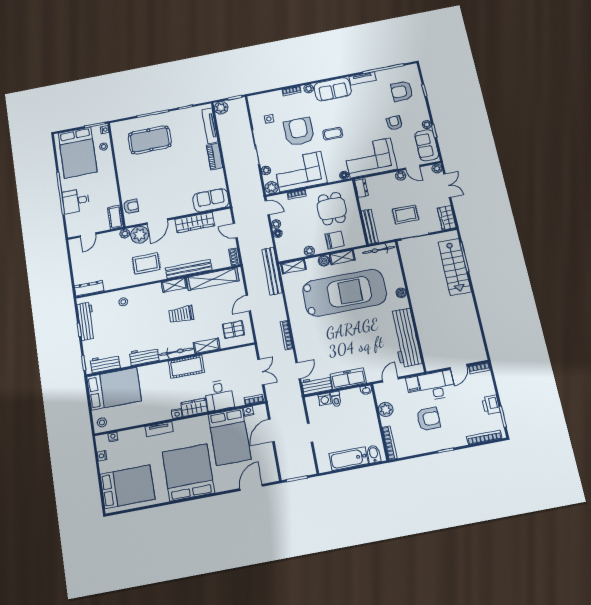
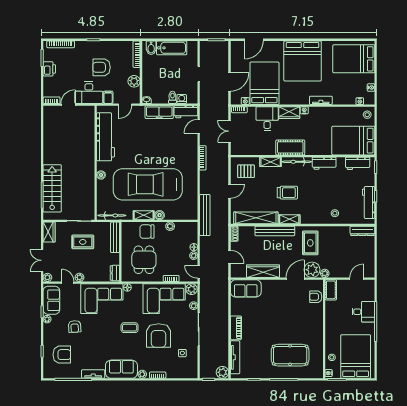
rug: (146, 264) -> (310, 243), turned 90
shelving: (294, 267) -> (186, 215), removed

